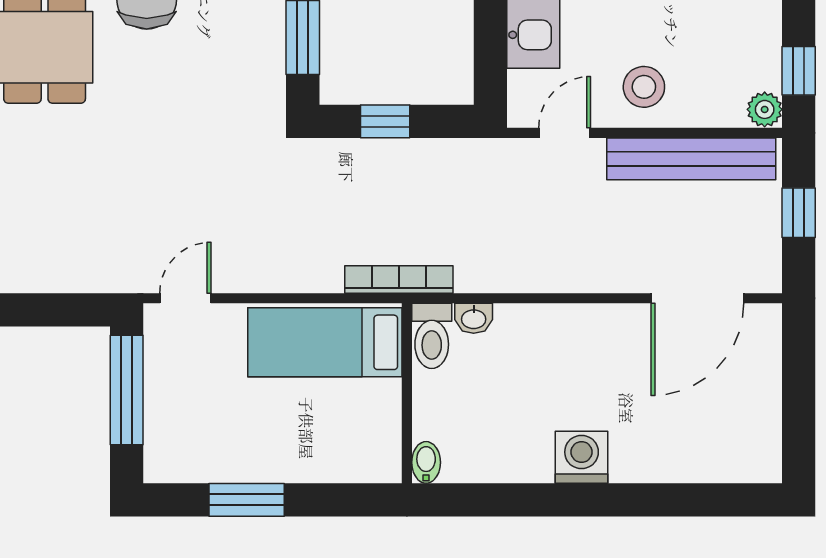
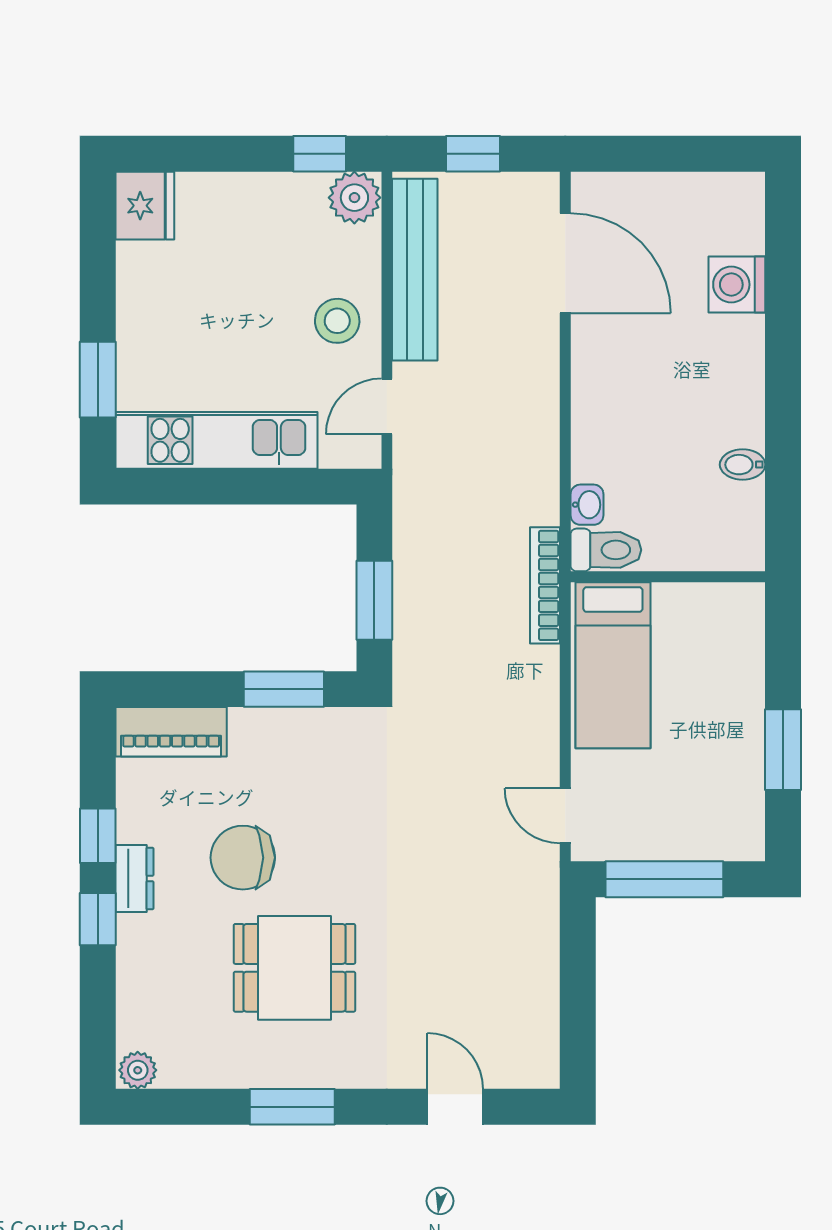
plant: (765, 109) -> (354, 198), width x1.38, depth x1.38
window: (385, 121) -> (374, 600), width x1.50
door: (565, 133) -> (387, 406), hinge flipped
washing machine: (582, 457) -> (737, 285), moved
bidet: (426, 462) -> (743, 465), moved

